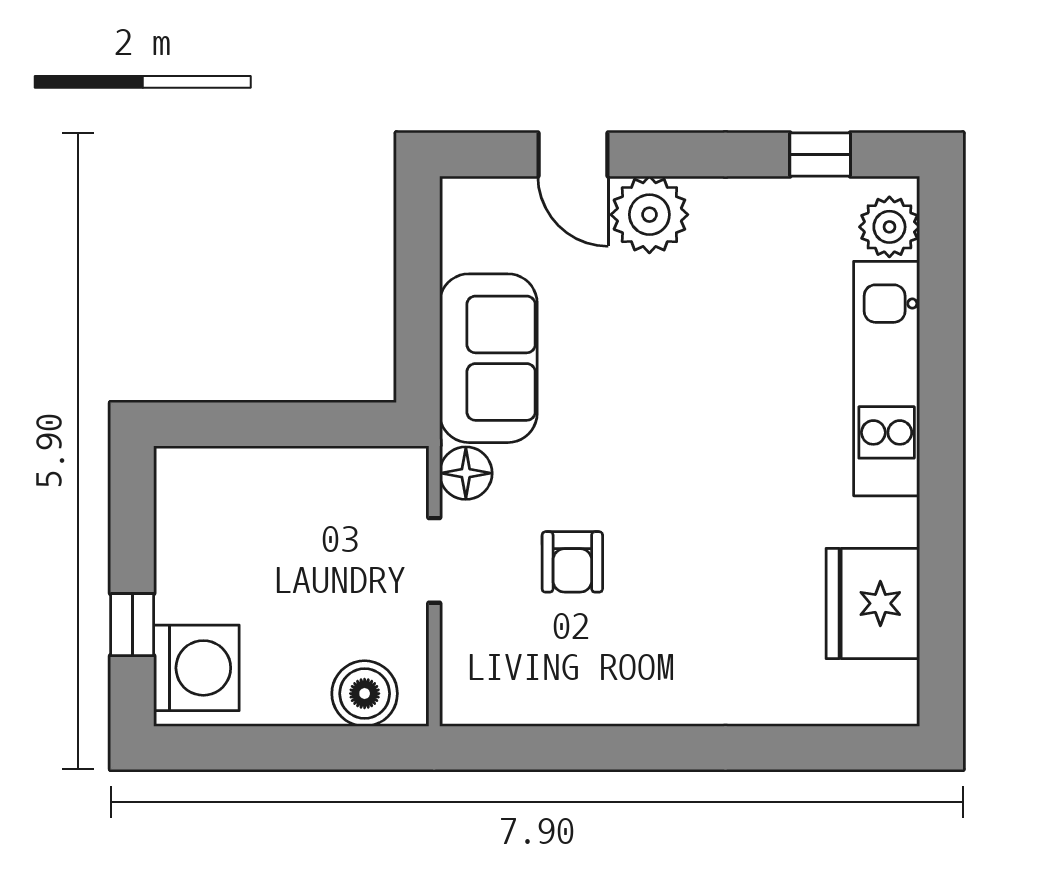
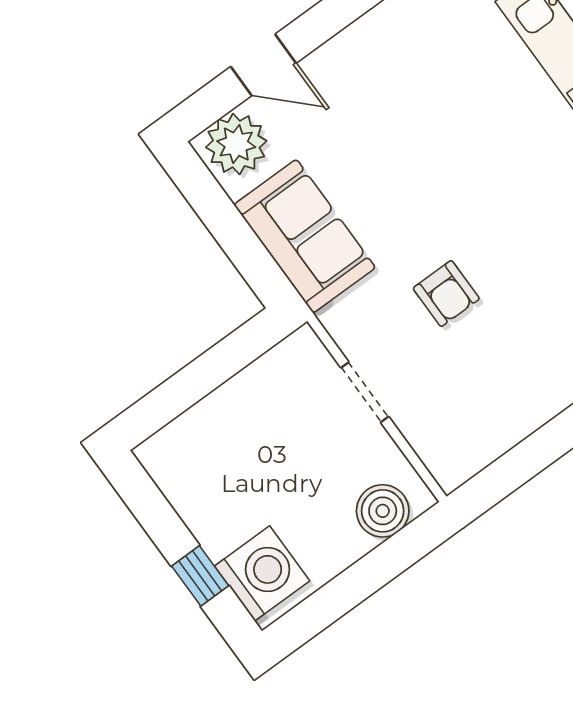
plant: (649, 215) -> (236, 144), moved
floor lamp: (466, 473) -> (344, 321), removed
armchair: (572, 562) -> (446, 294), moved

